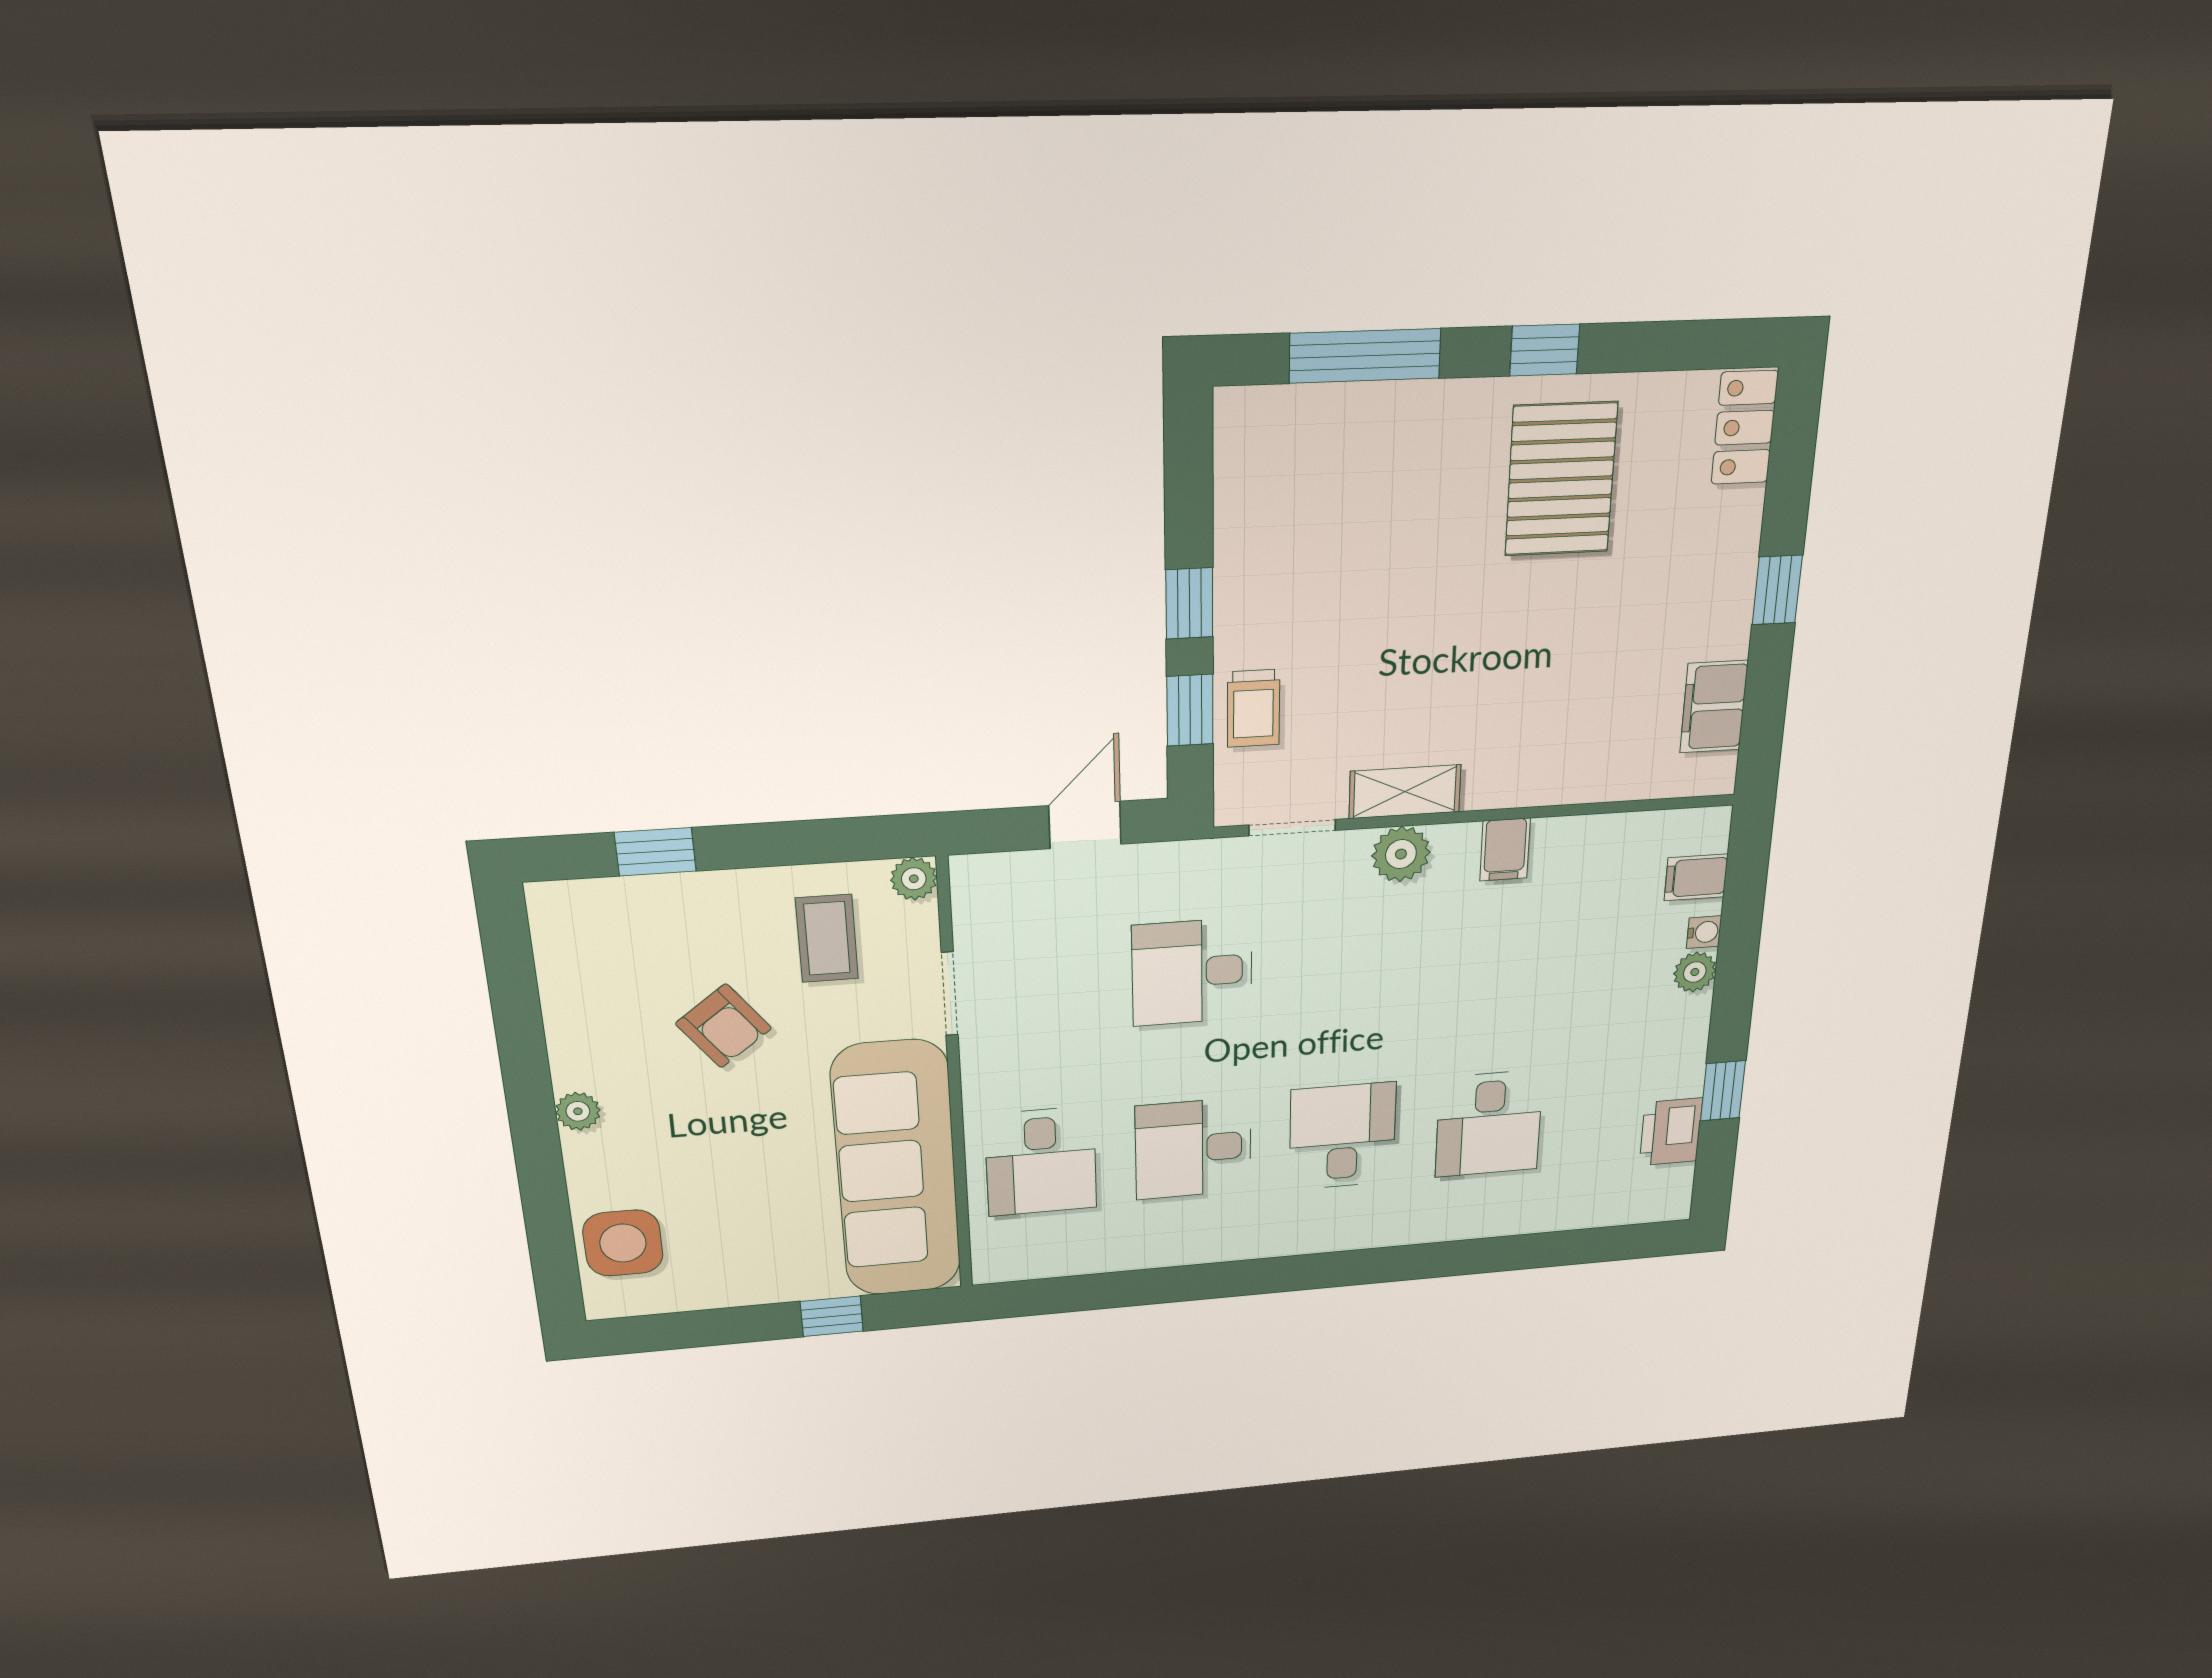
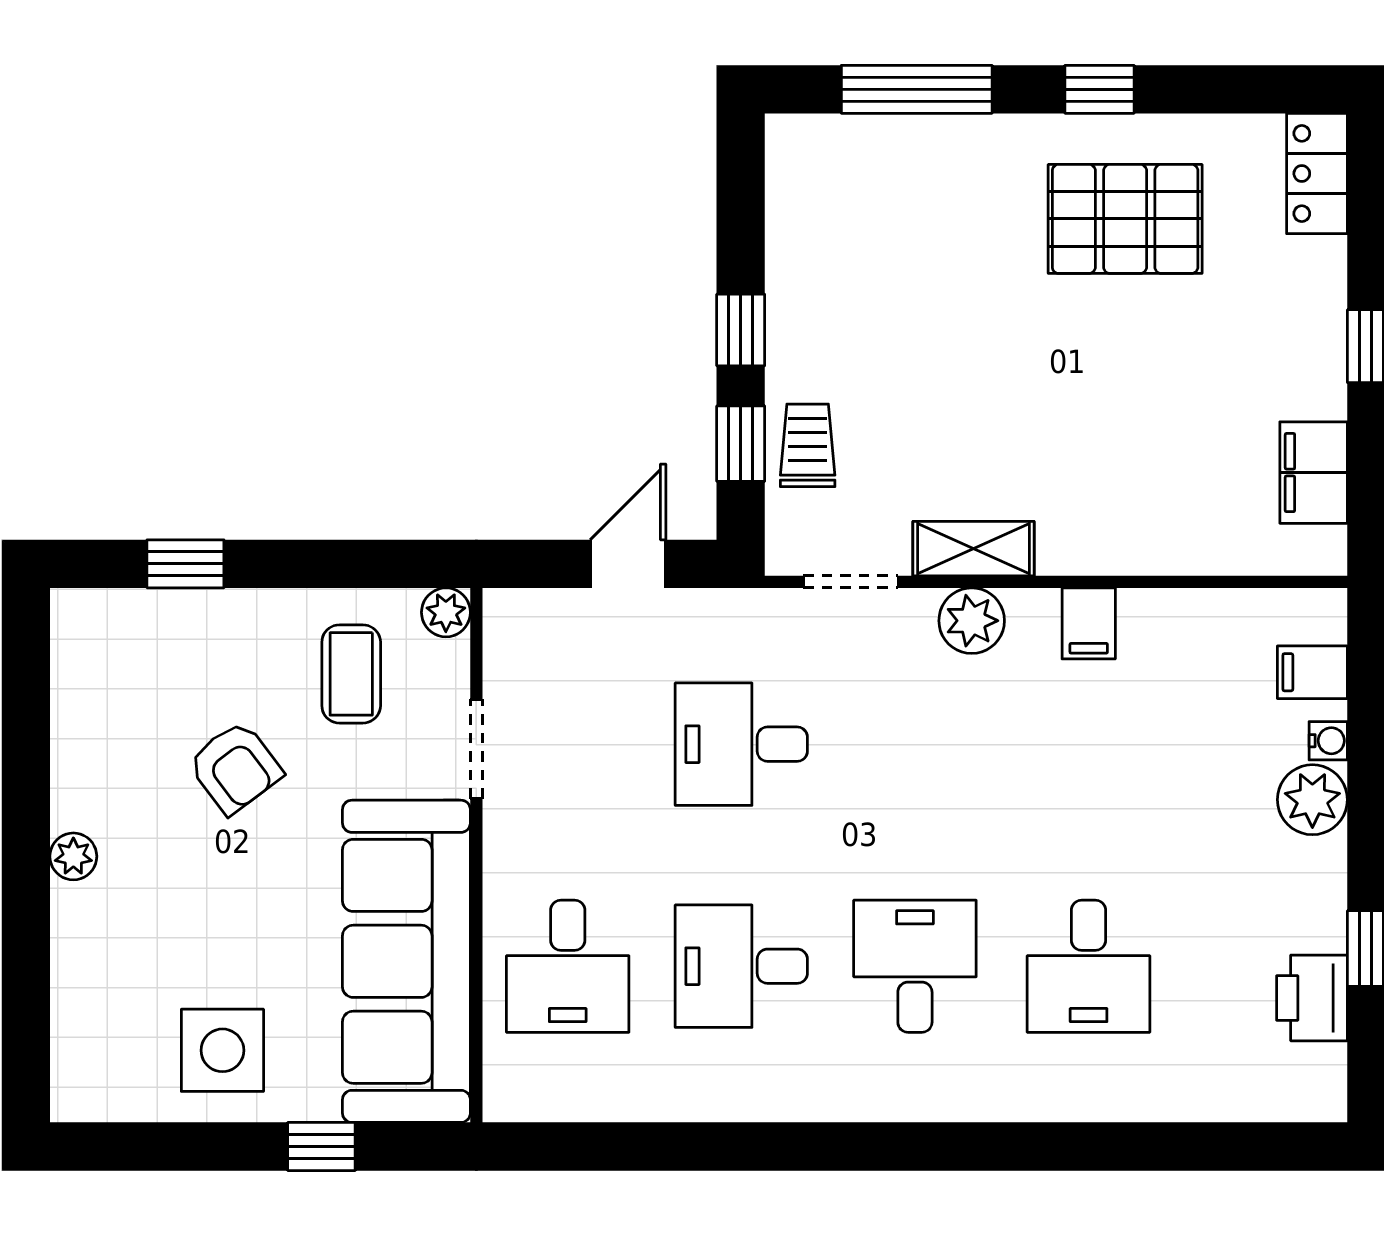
pallet: (1561, 479) -> (1125, 219), turned 90
trolley: (1253, 708) -> (808, 445), turned 180
plant: (1695, 972) -> (1312, 800), width x1.38, depth x1.38
side table: (623, 1243) -> (222, 1050), moved

